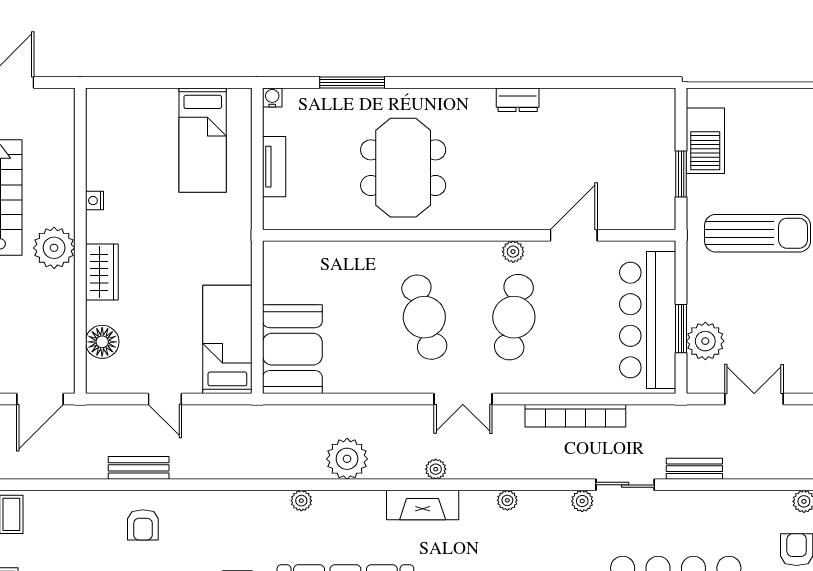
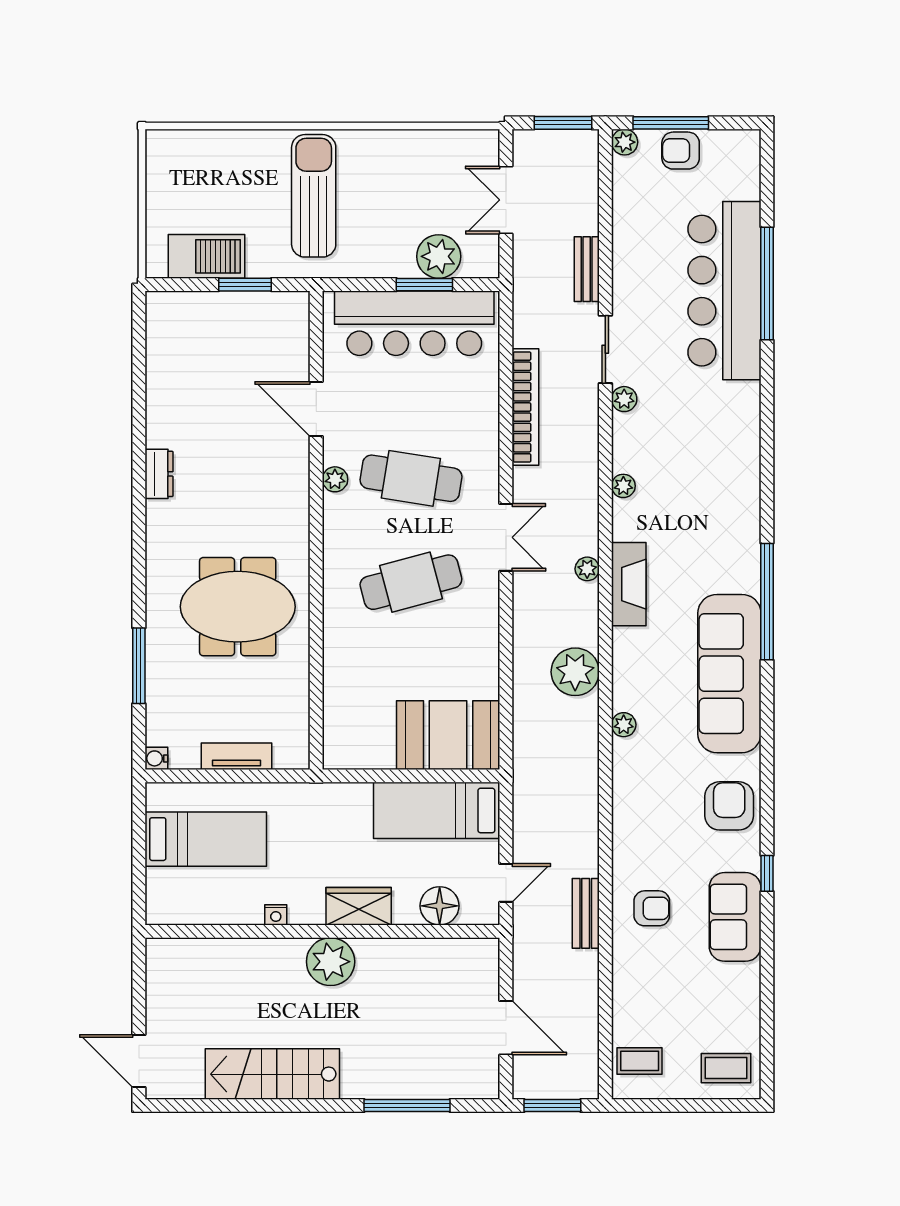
nightstand: (94, 201) -> (276, 915), moved
wall: (80, 241) -> (322, 931), moved
plant: (54, 248) -> (331, 962), moved
wardrobe: (102, 272) -> (359, 906), moved
floor lamp: (102, 342) -> (440, 906), moved

